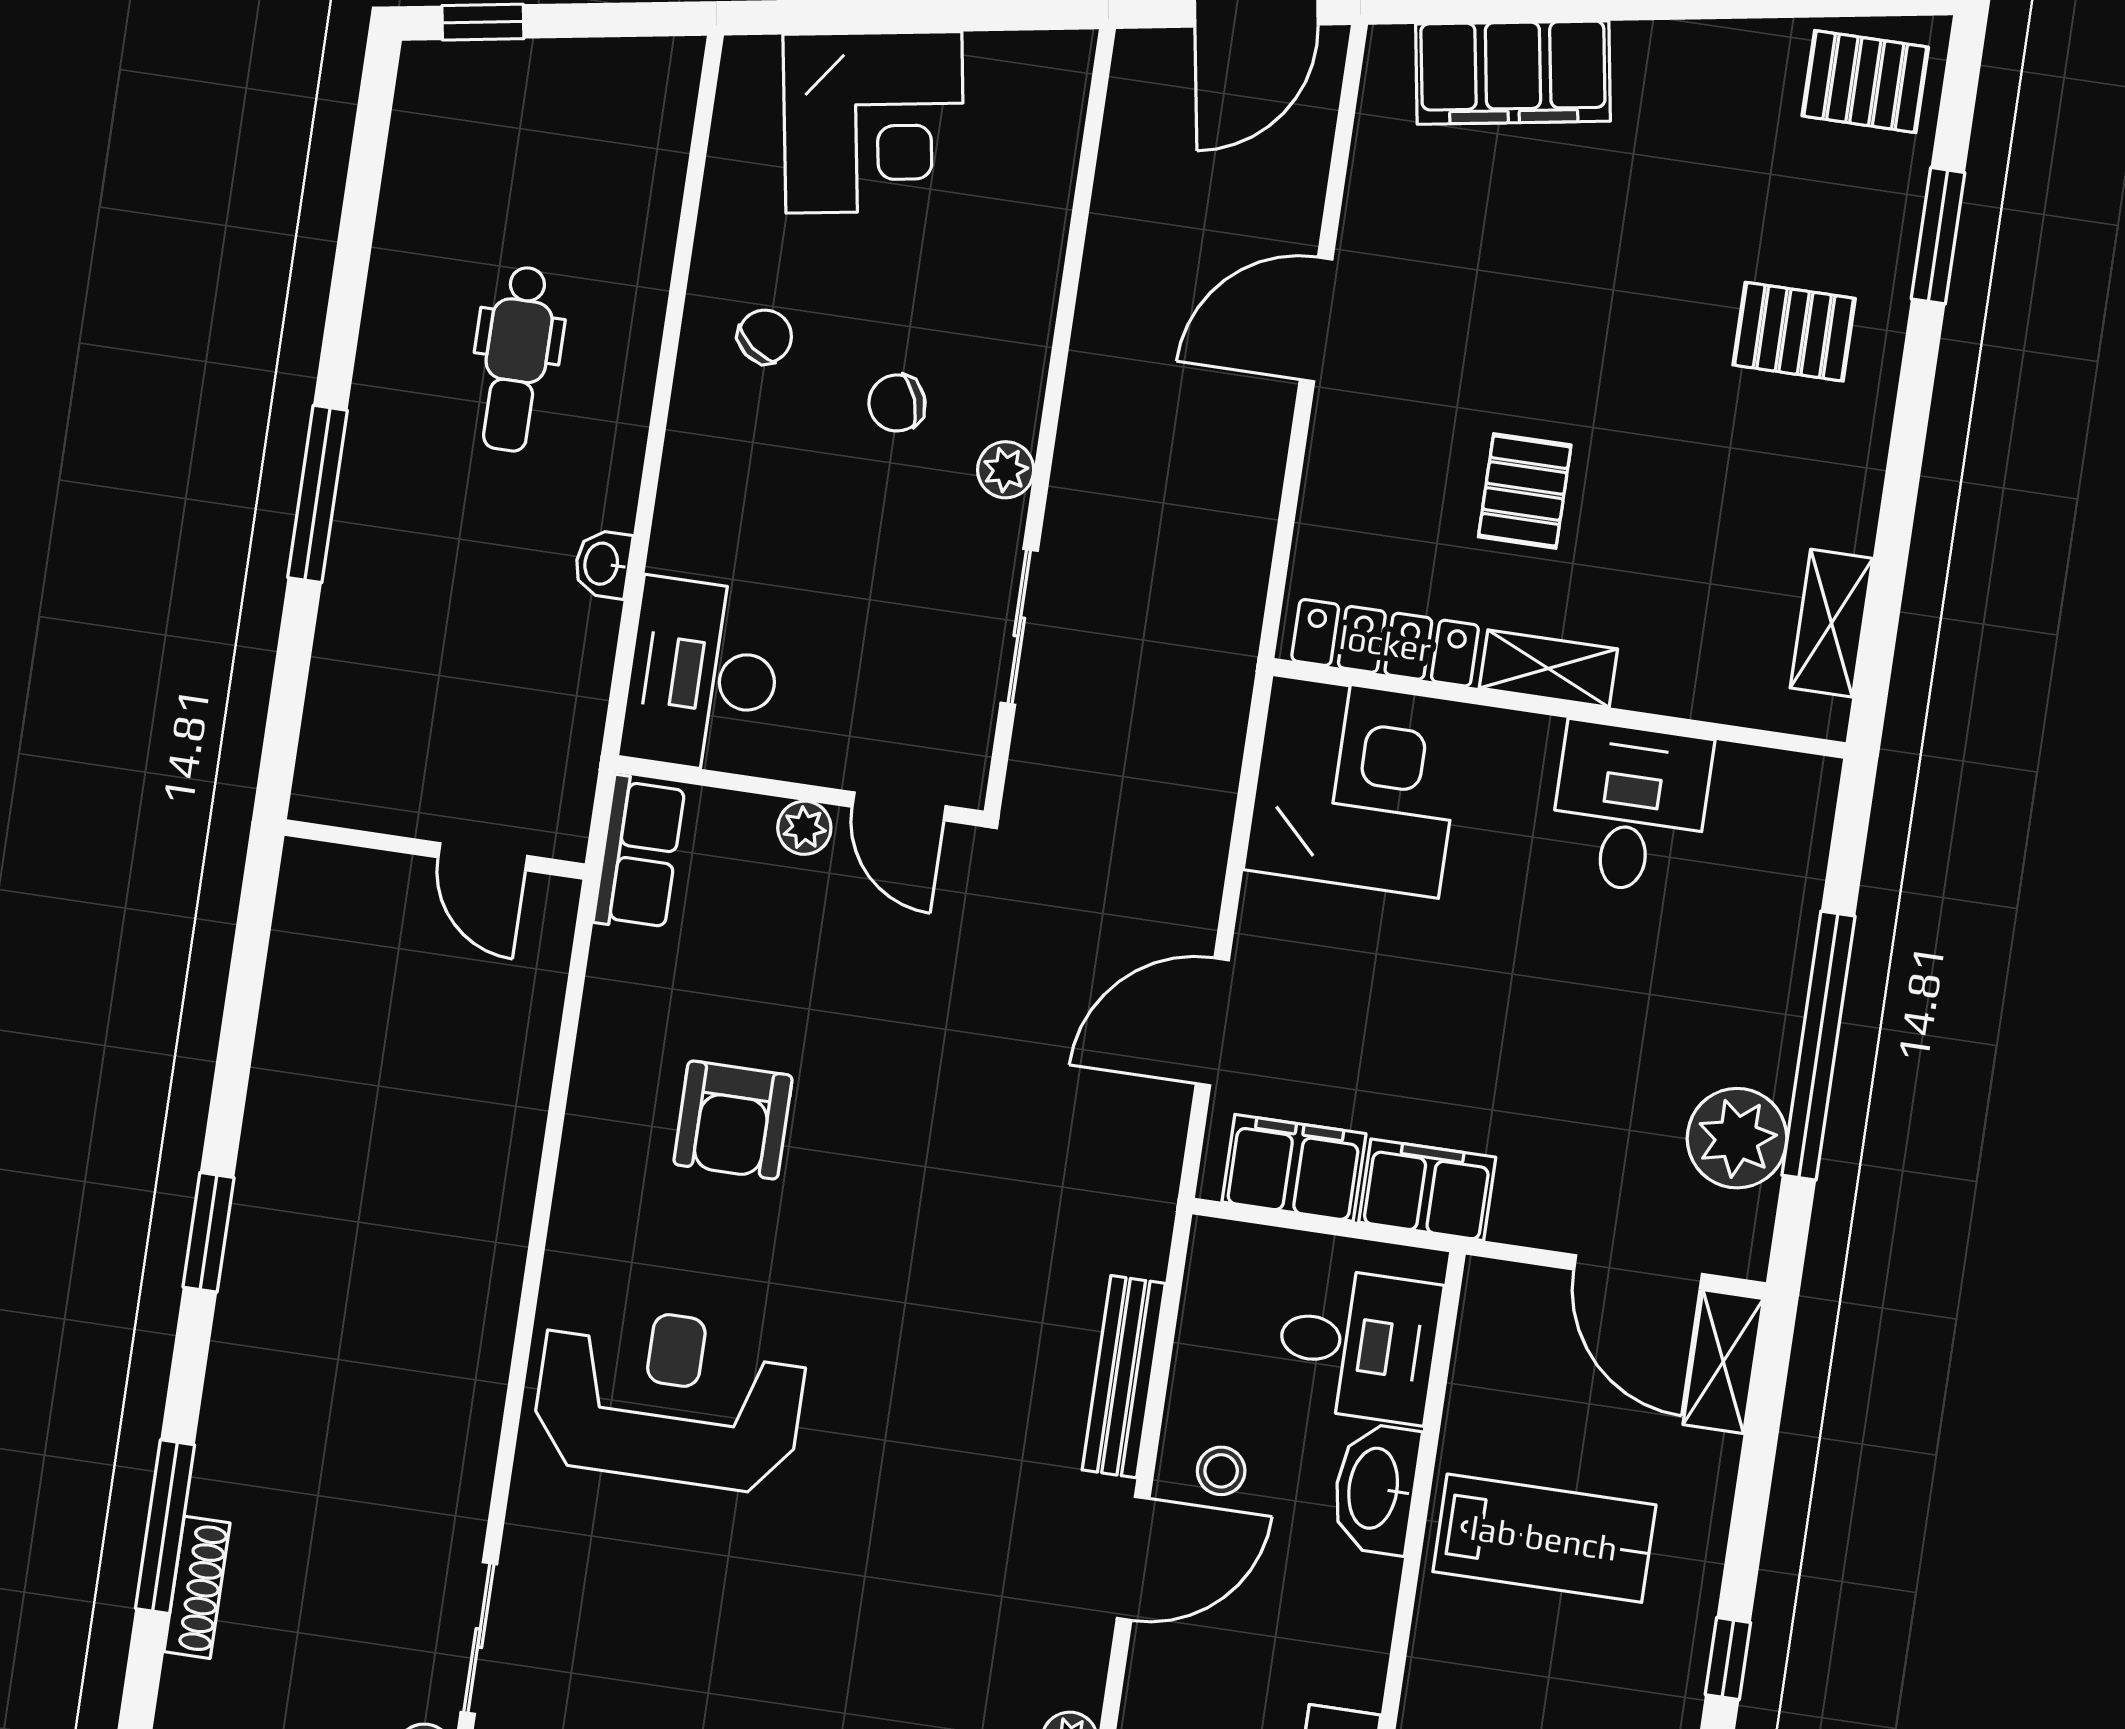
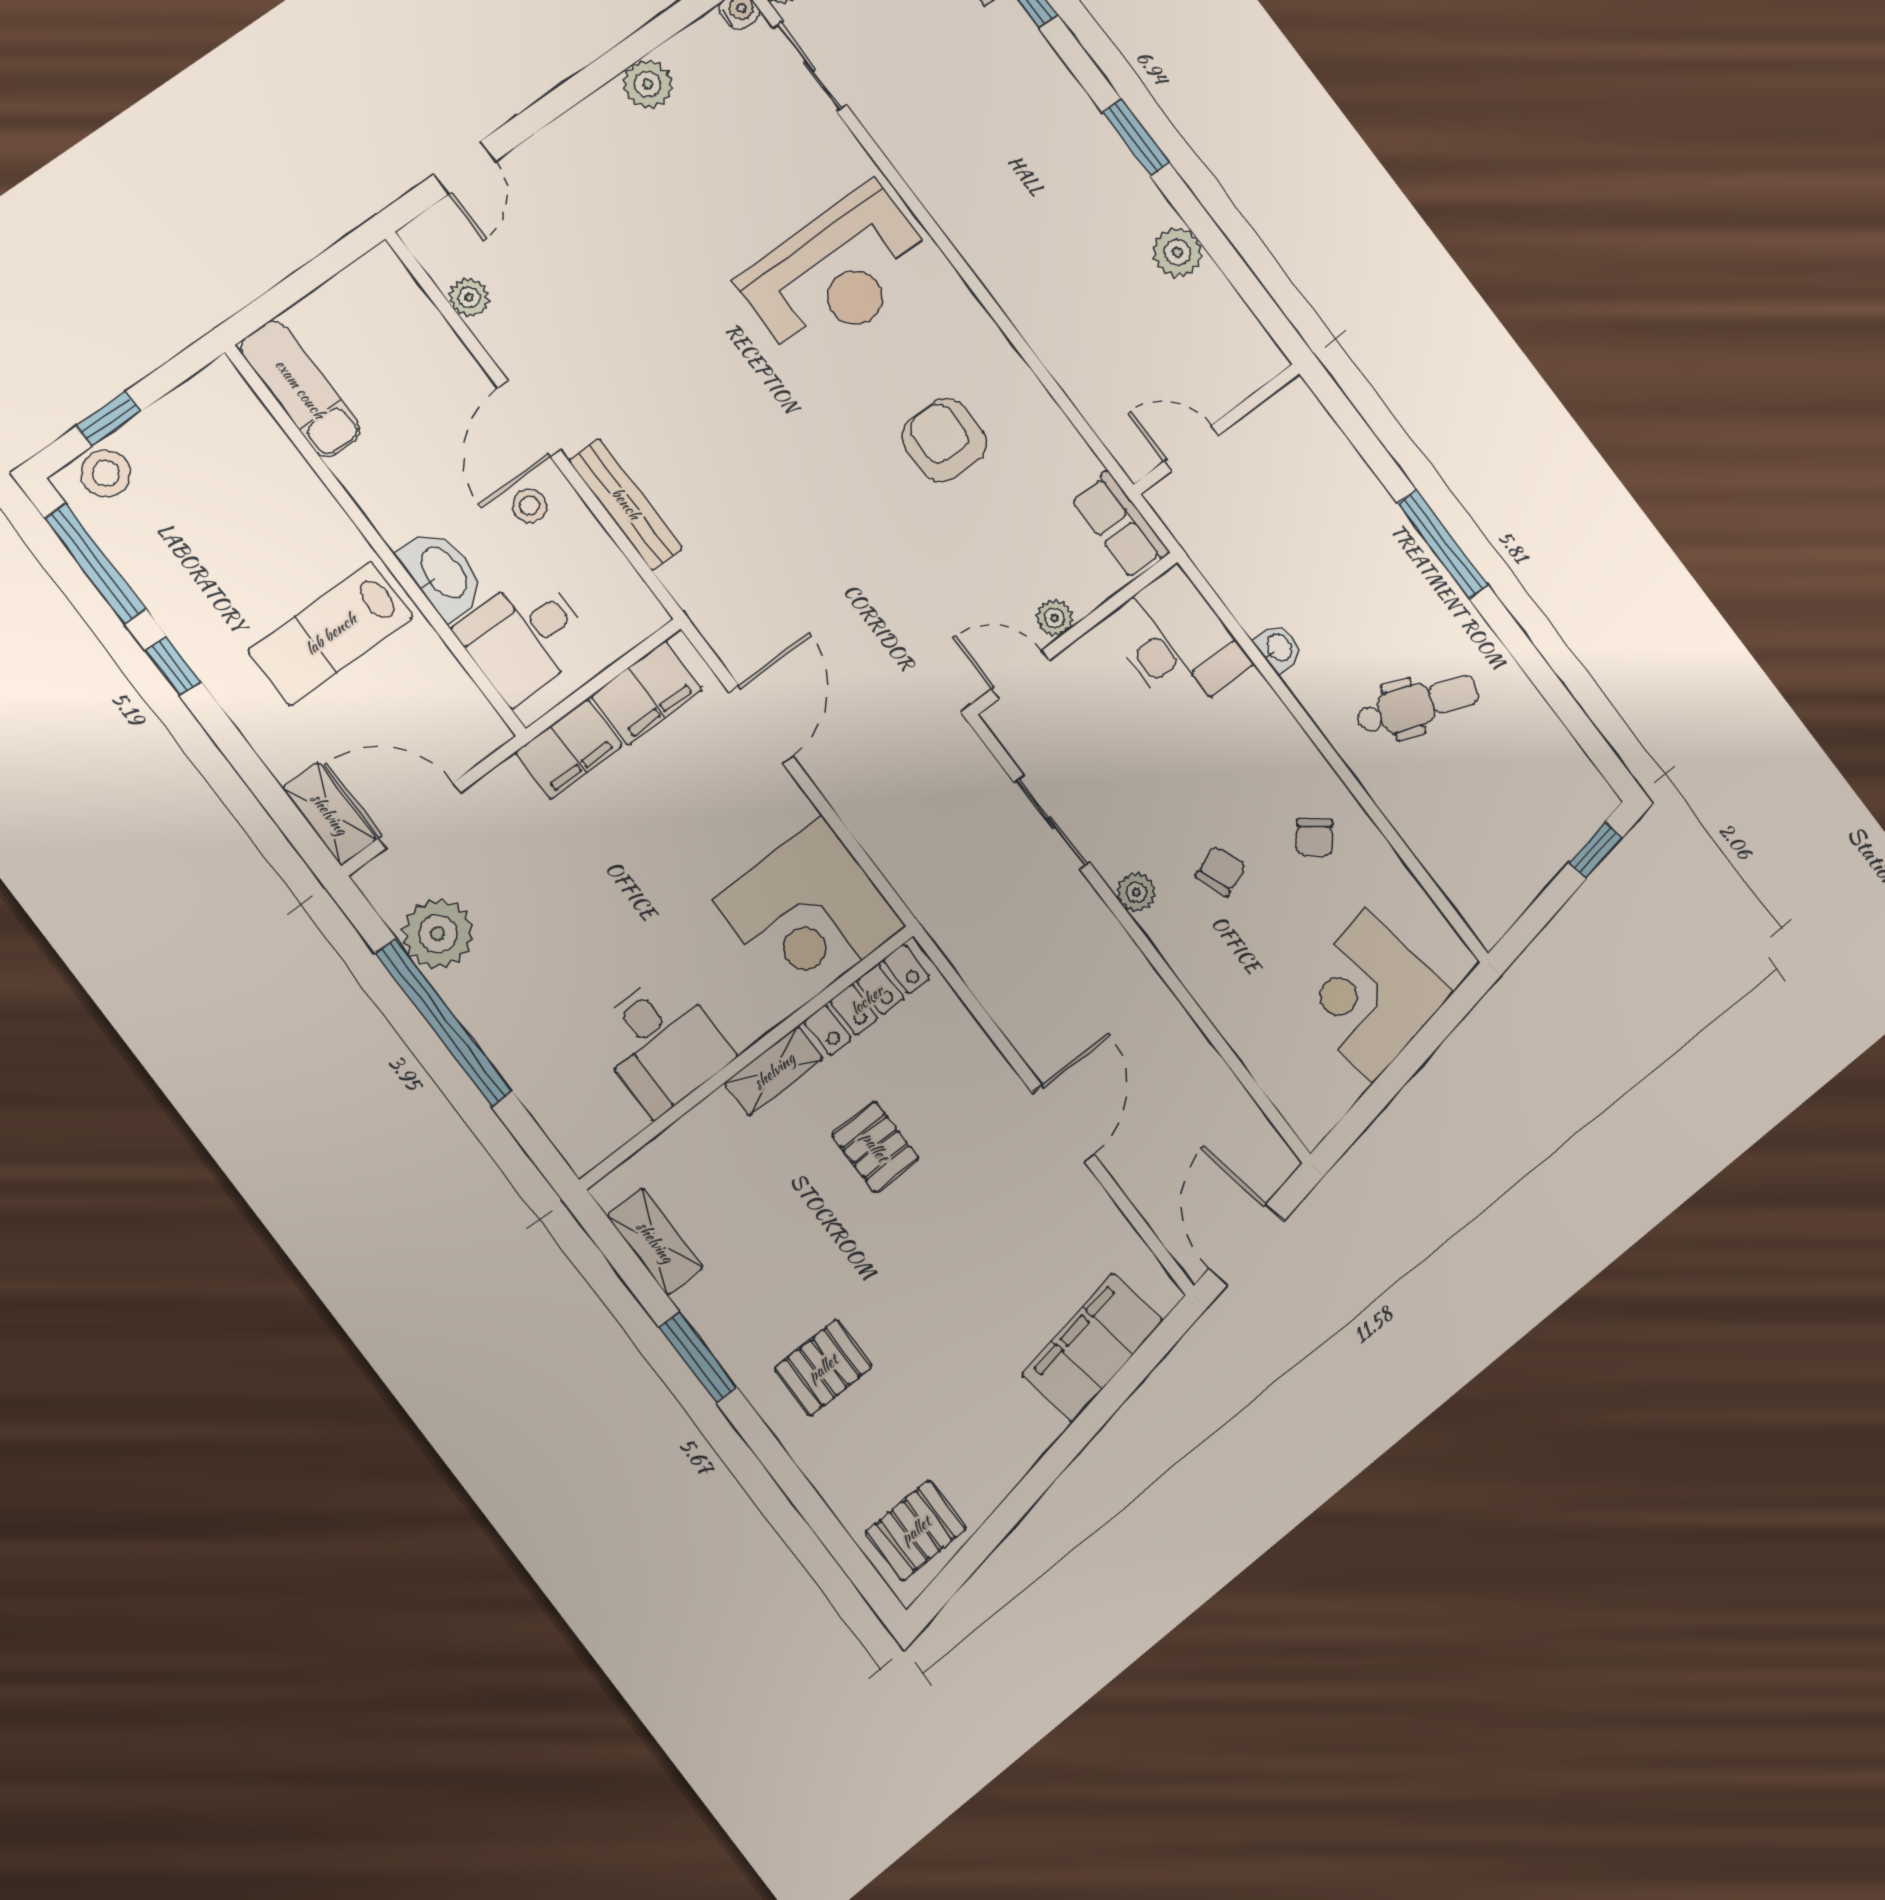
window: (1938, 236) -> (698, 1357), moved
dental chair: (516, 359) -> (1418, 705), turned 111
plant: (287, 1071) -> (1177, 252), added

